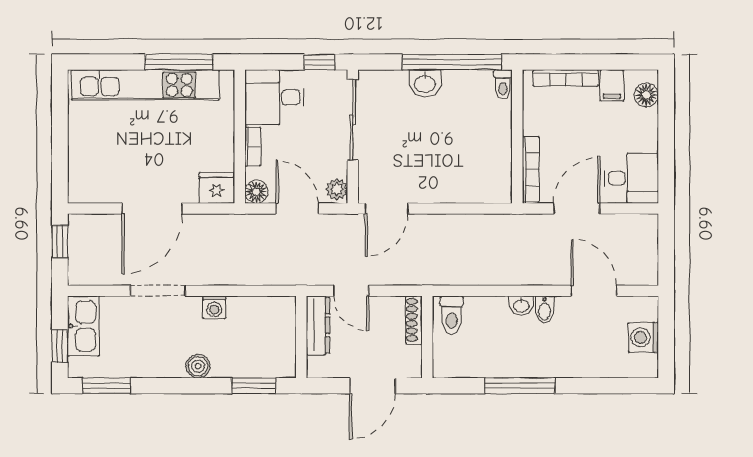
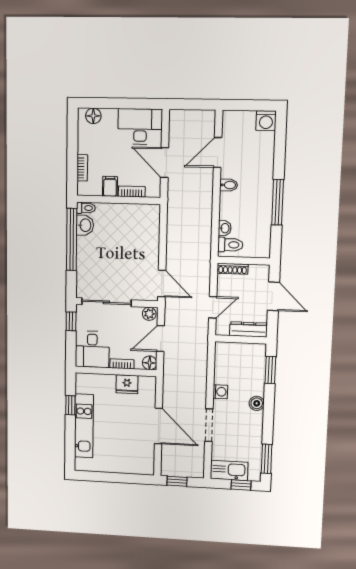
window: (179, 62) -> (70, 405), width x0.46
bookcase: (566, 78) -> (82, 168), width x0.64
washbasin: (425, 83) -> (85, 225), moved
kitchen unit: (145, 85) -> (84, 426), width x0.73
filing cabinet: (612, 85) -> (110, 186), moved, turned -90
bookcase: (531, 169) -> (132, 191), width x0.64
desk: (631, 178) -> (140, 126), width x1.37
fridge: (217, 188) -> (127, 384), moved, turned -90
washbasin: (521, 305) -> (225, 228), moved
dresser: (318, 325) -> (248, 329), moved
washing machine: (643, 337) -> (266, 121), moved

